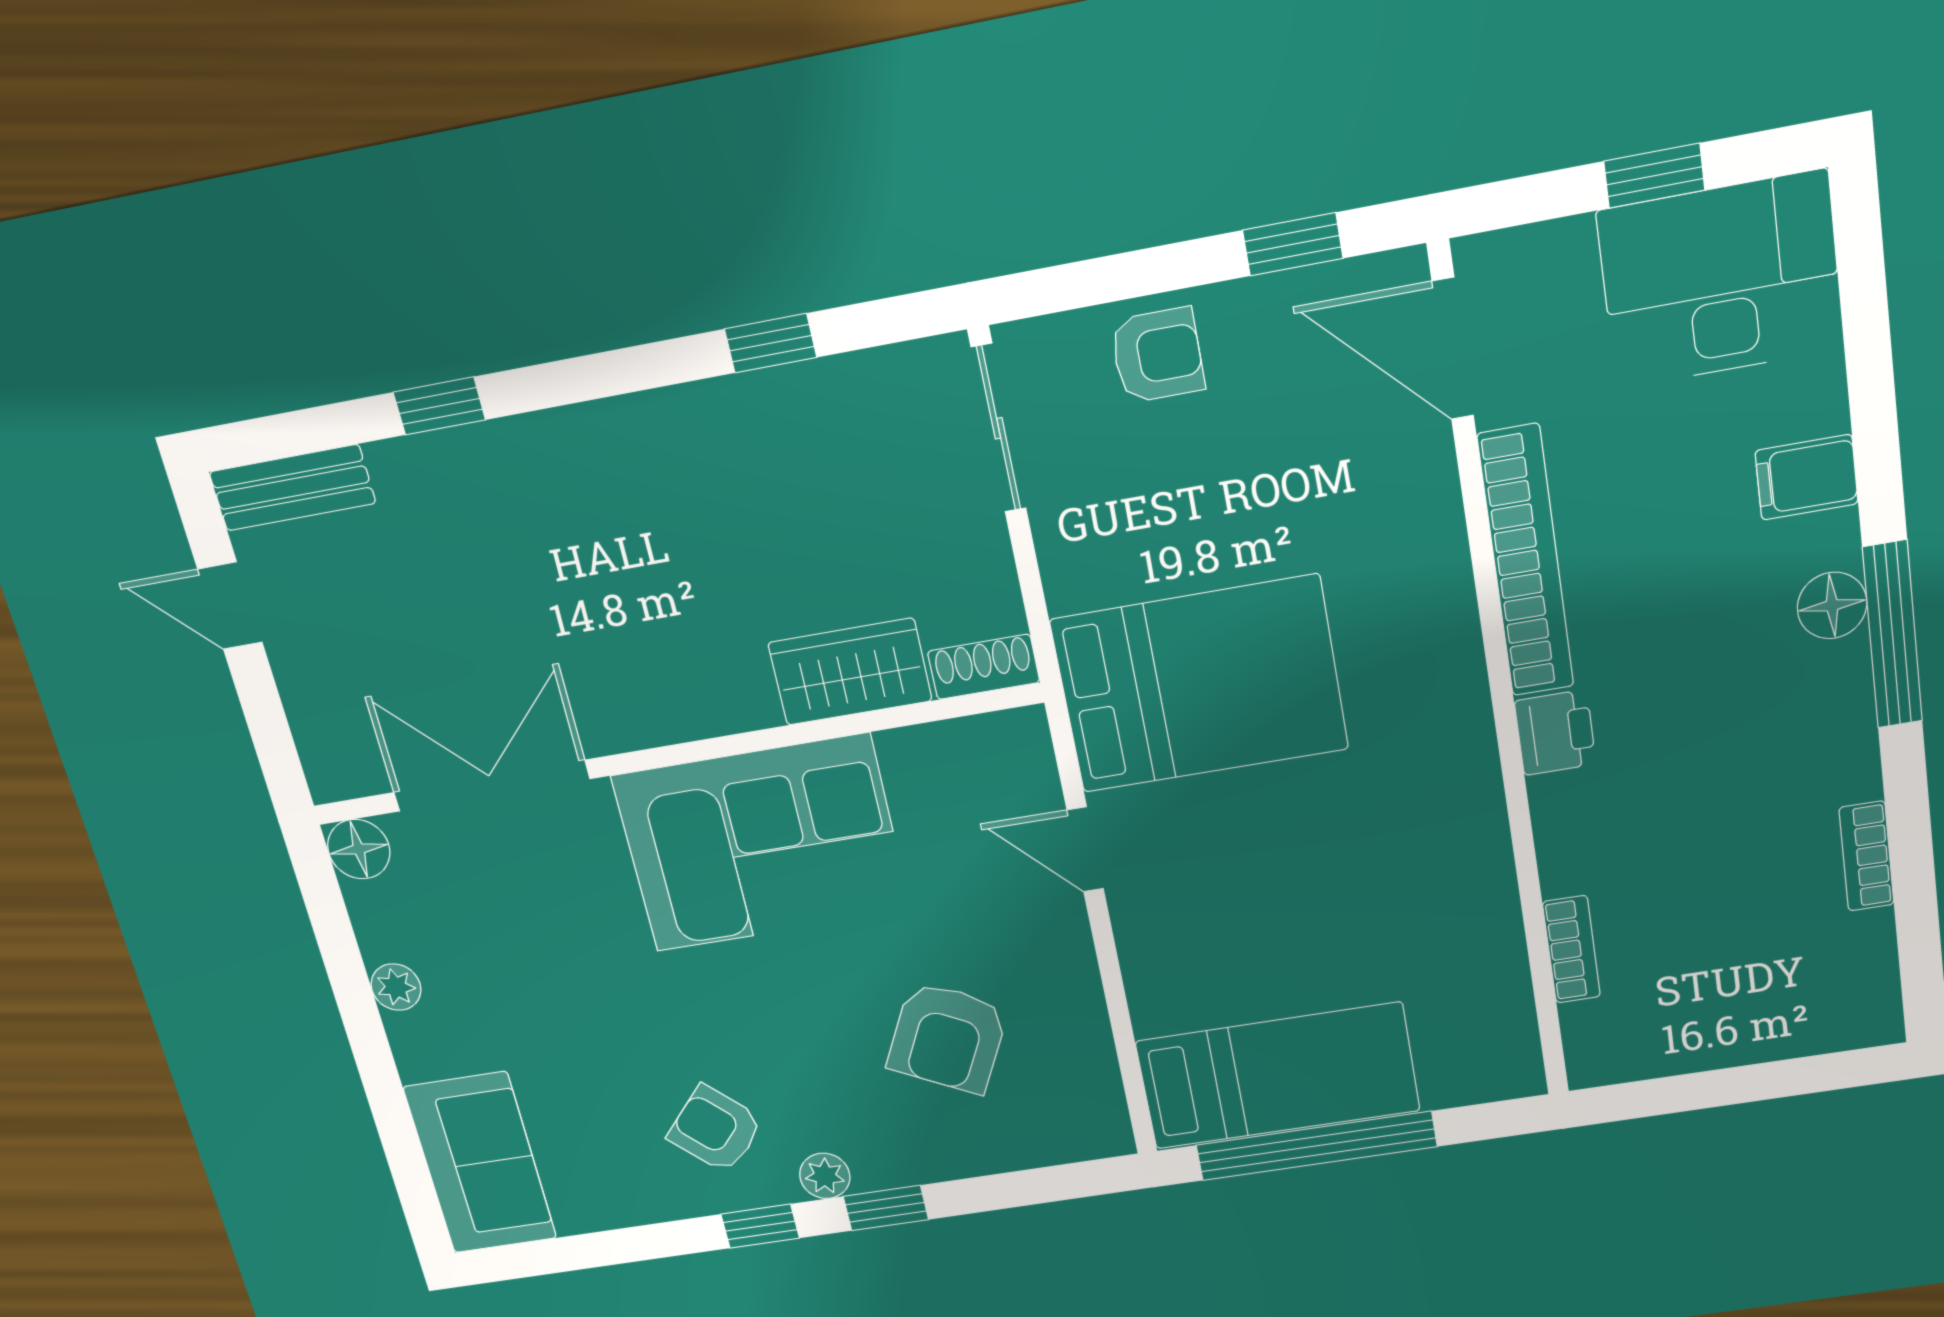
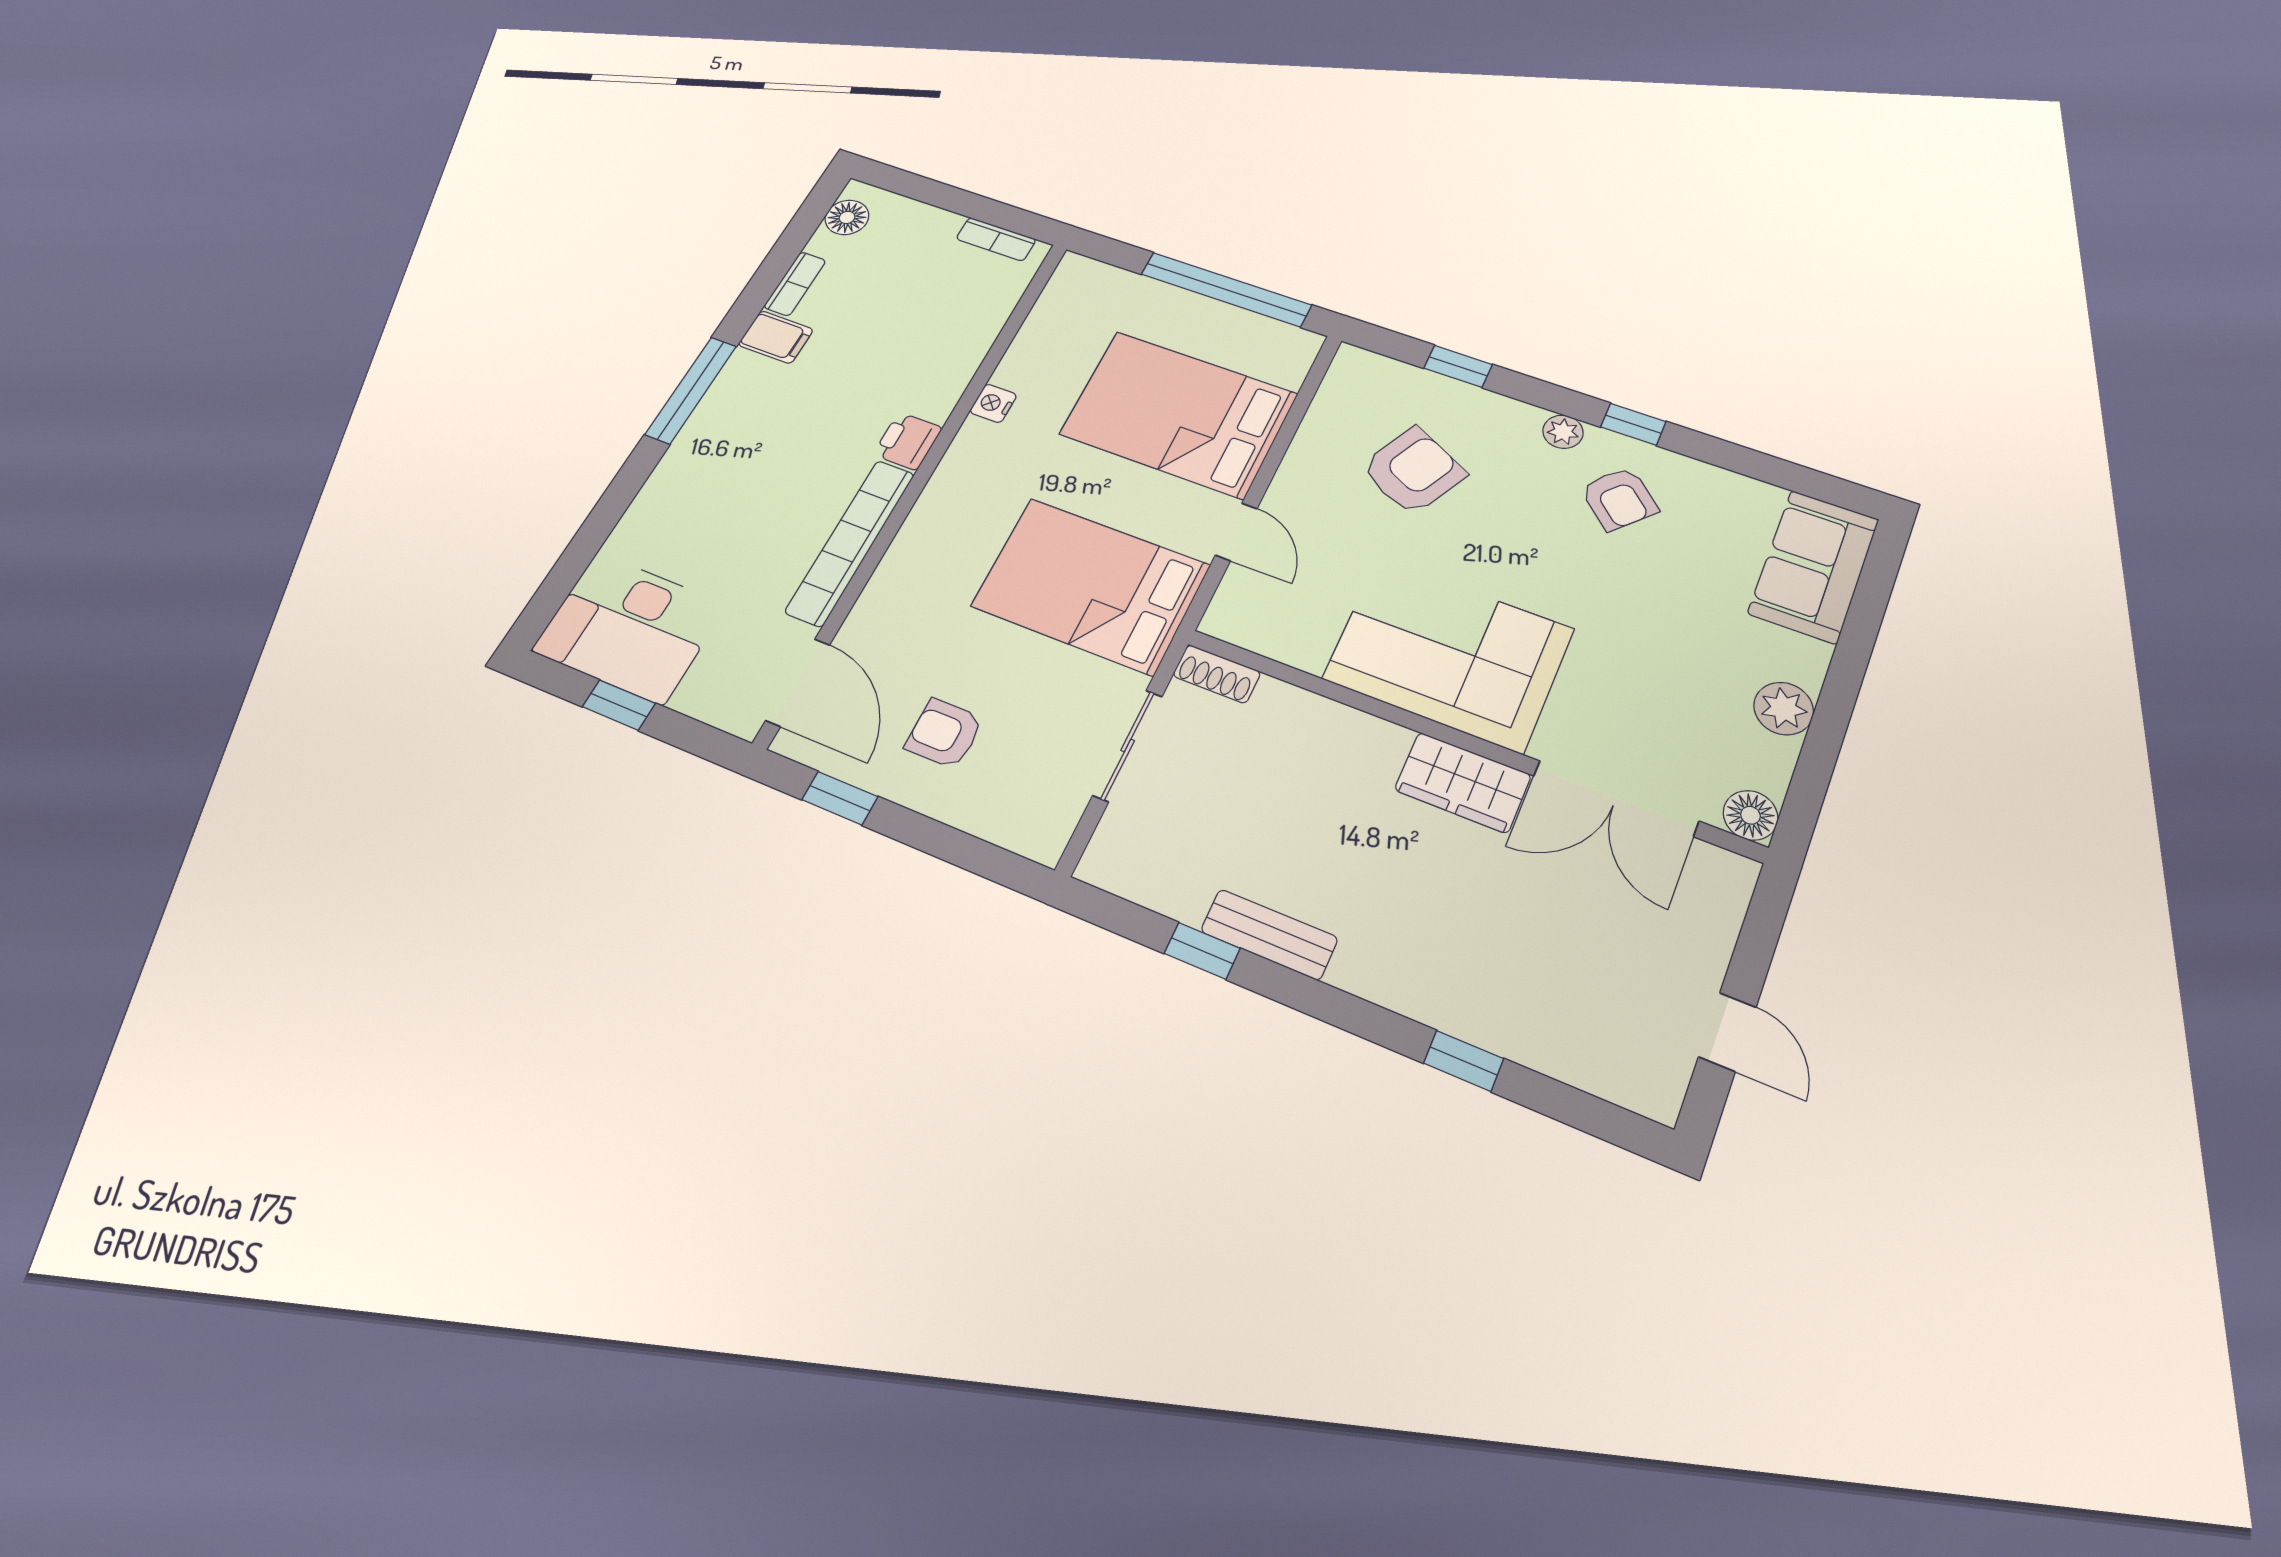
armchair: (1157, 355) -> (944, 733), moved
sliding door: (999, 428) -> (1128, 746), moved
filing cabinet: (1807, 477) -> (776, 337), moved
bench: (292, 488) -> (1269, 934), moved
floor lamp: (1832, 605) -> (847, 217), moved
wardrobe: (850, 672) -> (1463, 782), moved
nightstand: (1486, 842) -> (993, 403), added
bookcase: (1571, 949) -> (996, 239), moved, turned -90
plant: (396, 987) -> (1784, 708), width x1.38, depth x1.38
bed: (1278, 1076) -> (1179, 414), moved, width x1.50
window: (886, 1208) -> (1458, 366), moved

